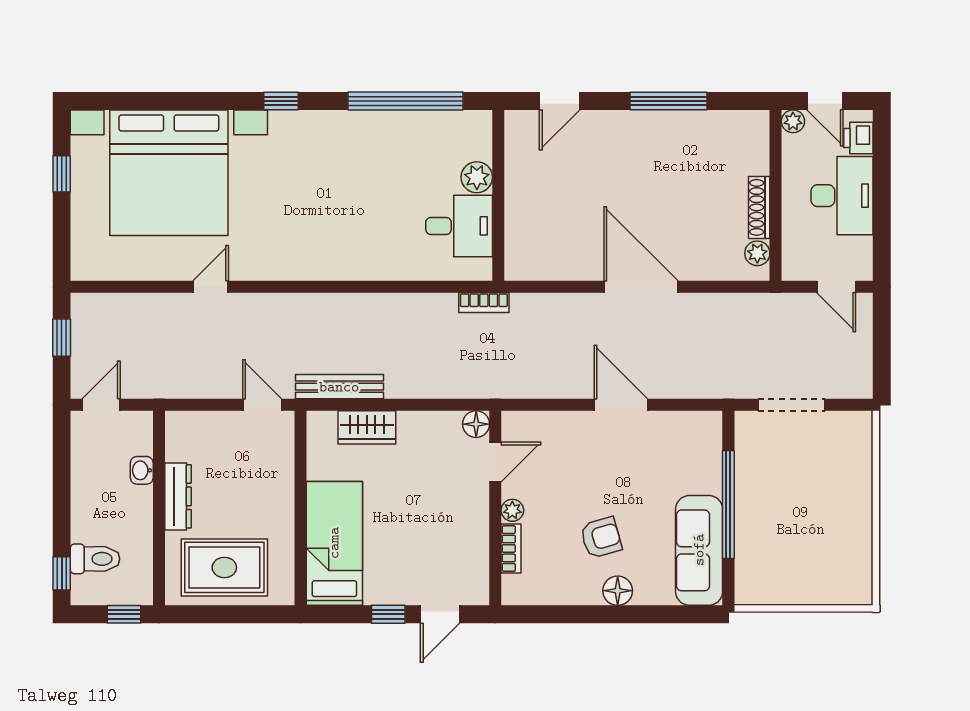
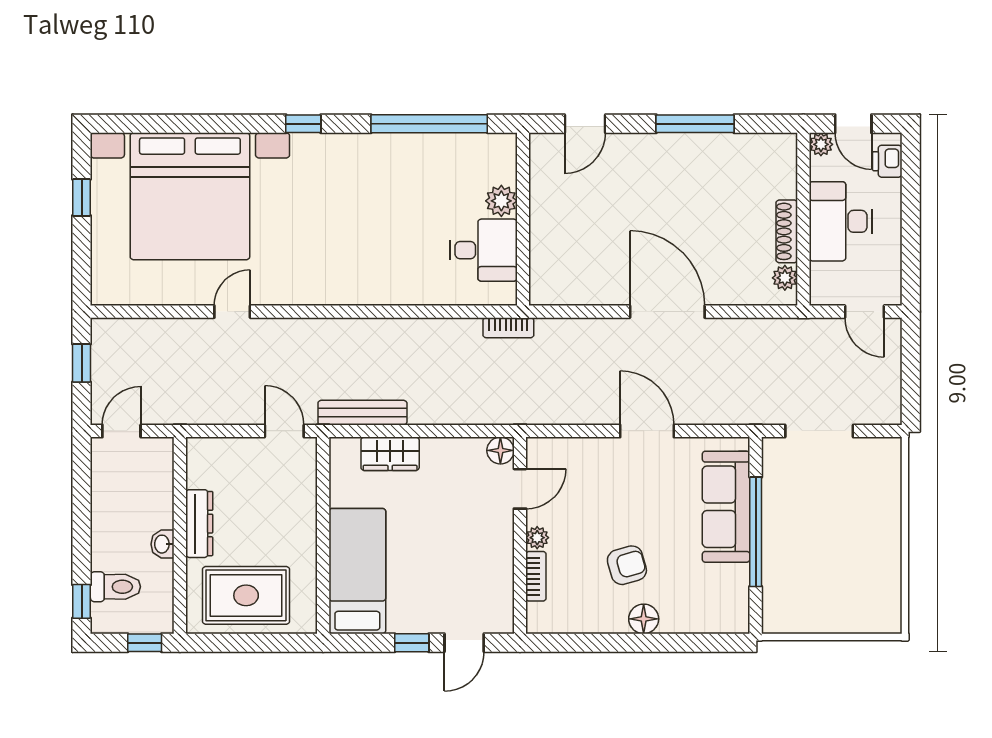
desk: (842, 196) -> (841, 221), moved, turned 180
washbasin: (142, 470) -> (163, 544), moved
sofa: (699, 550) -> (726, 507), moved

